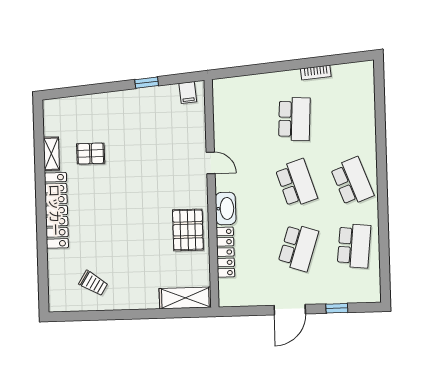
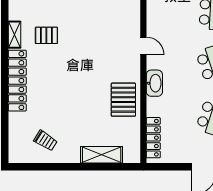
locker: (225, 252) -> (153, 138), moved
shelving: (185, 298) -> (102, 155), moved

